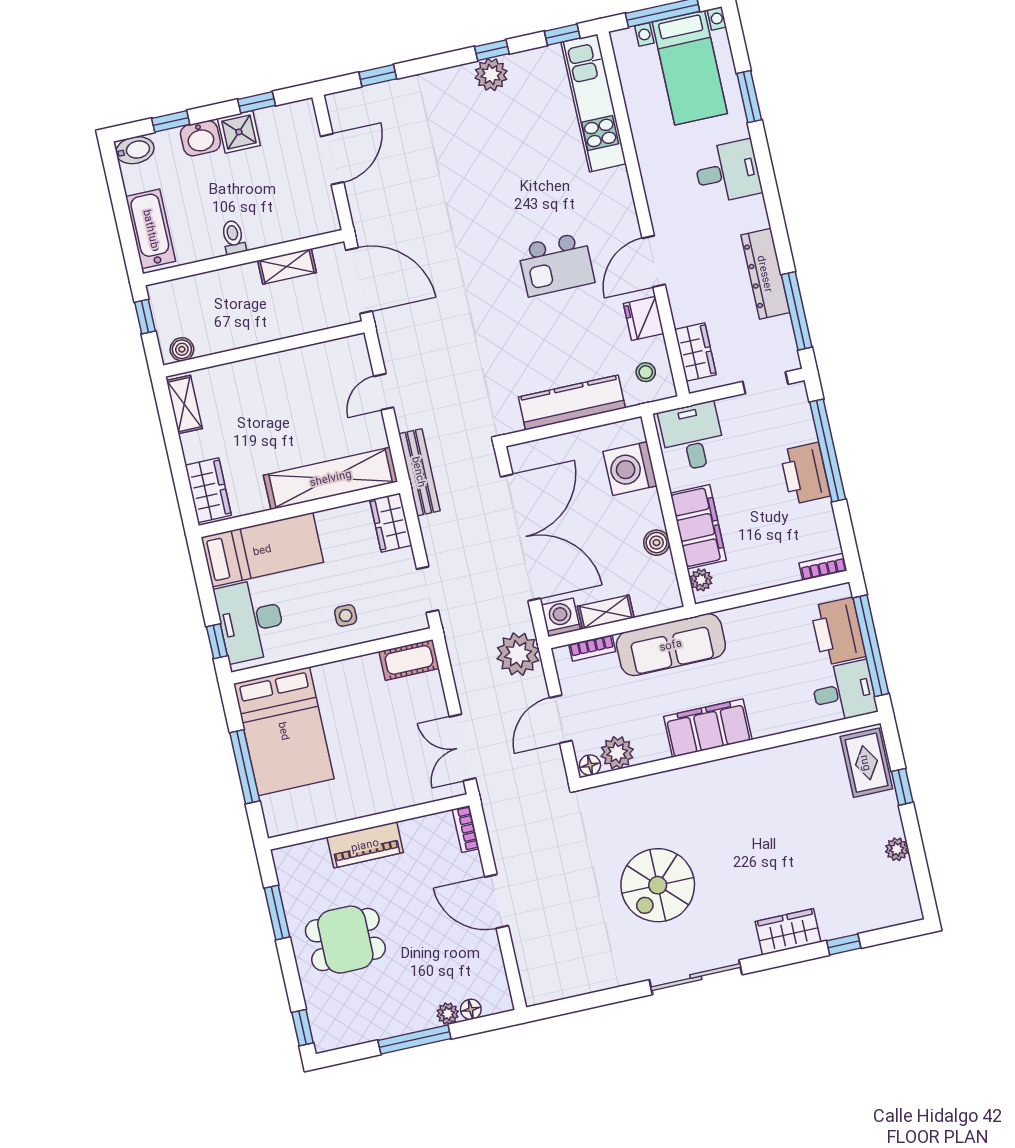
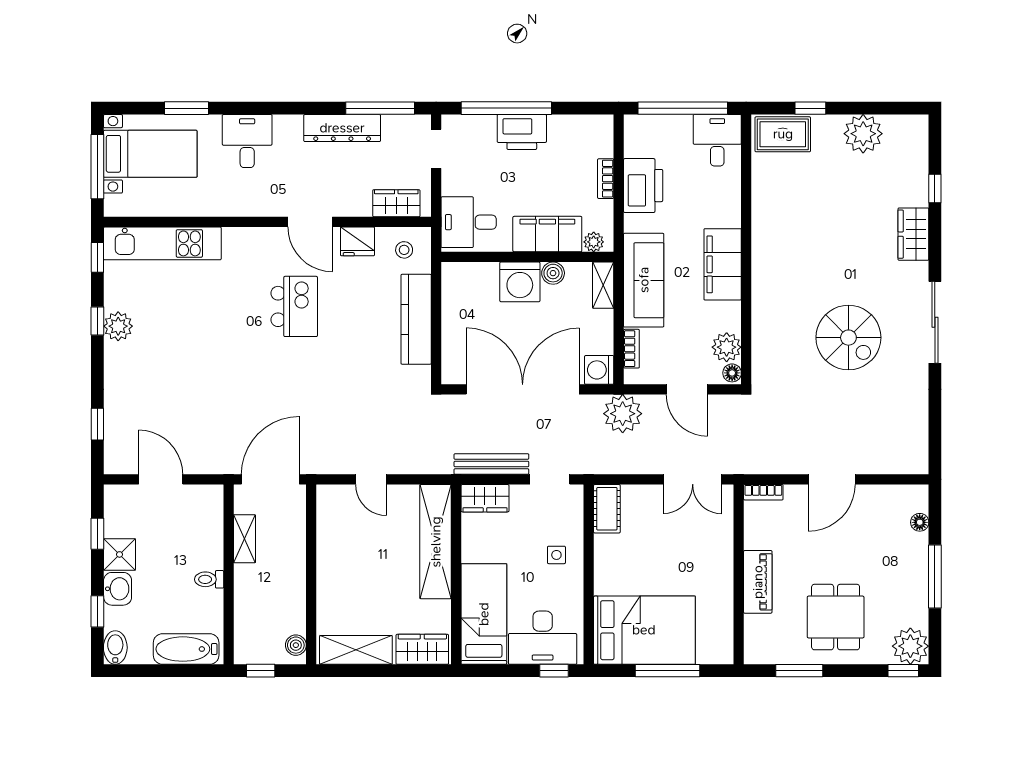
shelving: (184, 404) -> (356, 650), width x1.50, depth x1.33
washing machine: (630, 469) -> (520, 282), moved
bench: (419, 472) -> (491, 464), moved
bookcase: (823, 567) -> (606, 179), moved
shelving: (606, 612) -> (603, 285), moved
printer: (838, 631) -> (643, 186), moved, turned -90
plant: (897, 849) -> (863, 134), width x1.88, depth x1.88
plant: (448, 1014) -> (910, 646), moved, width x1.88, depth x1.88

